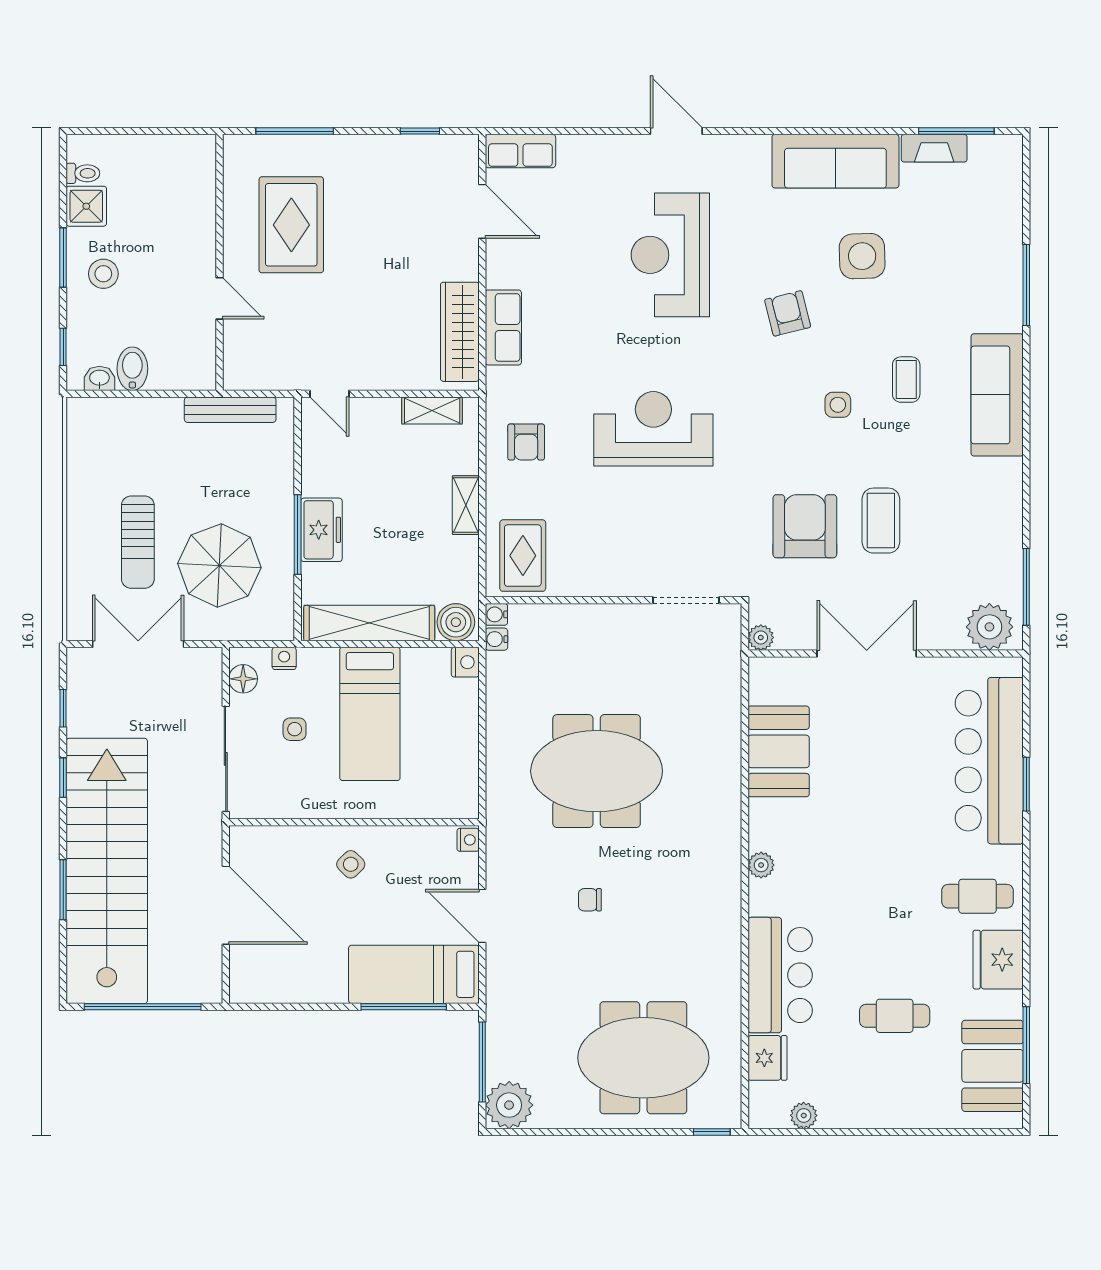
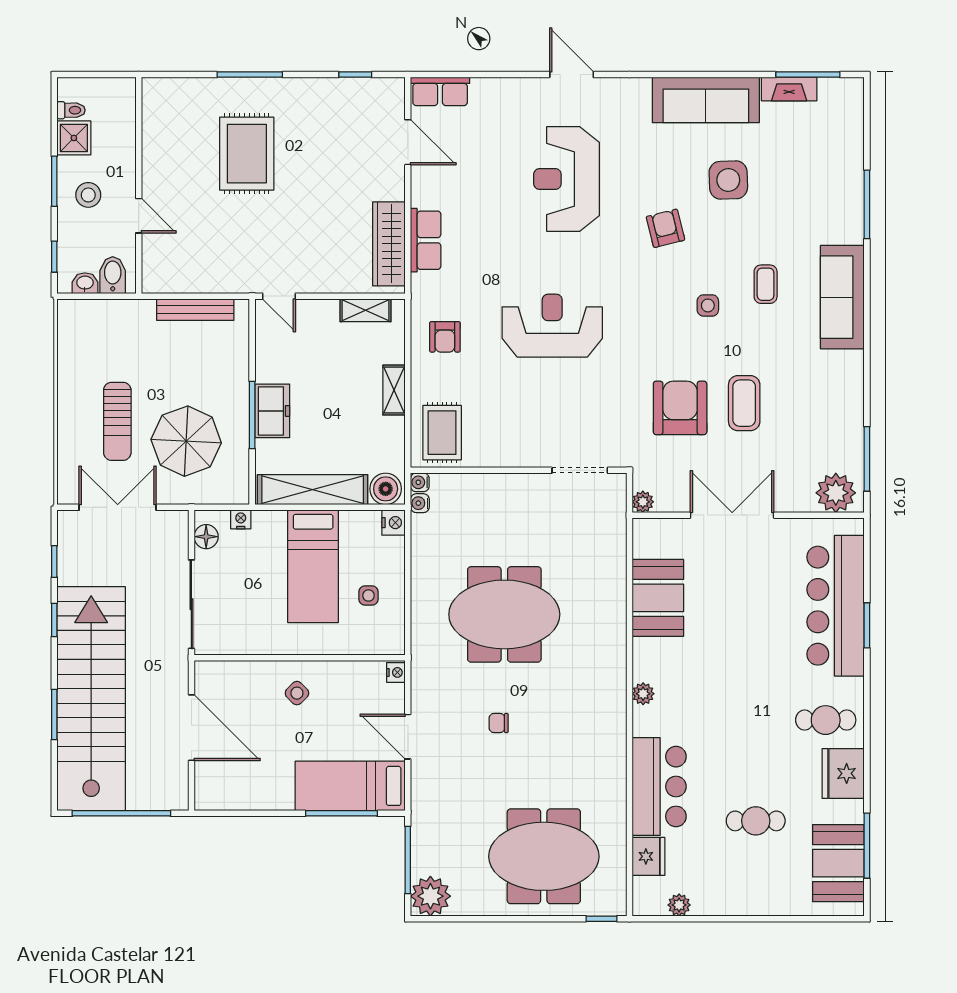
wall: (219, 262) -> (139, 185), moved
door: (219, 298) -> (139, 216), moved
side table: (295, 729) -> (368, 596), moved

